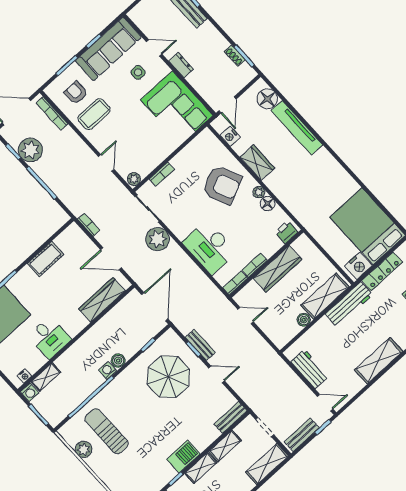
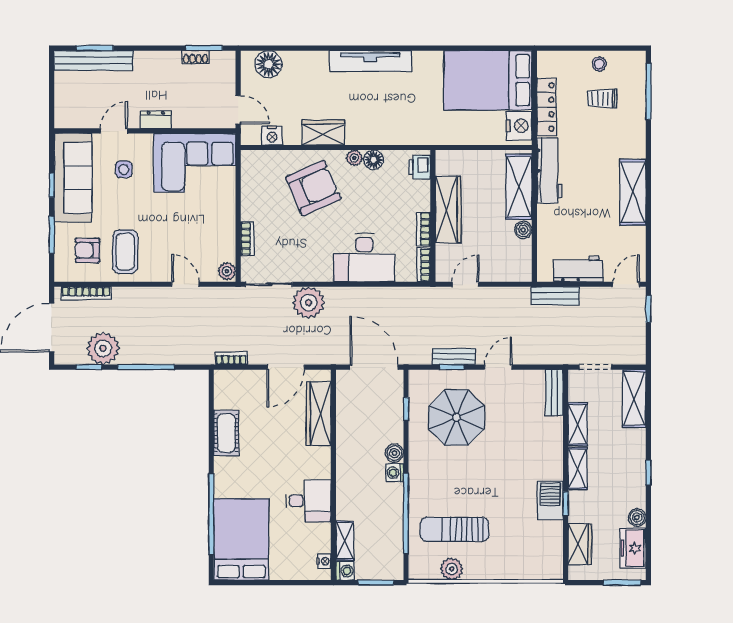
tv unit: (297, 128) -> (370, 61), moved
bench: (302, 435) -> (555, 296), moved, turned 90
barbecue: (183, 457) -> (550, 500), moved

